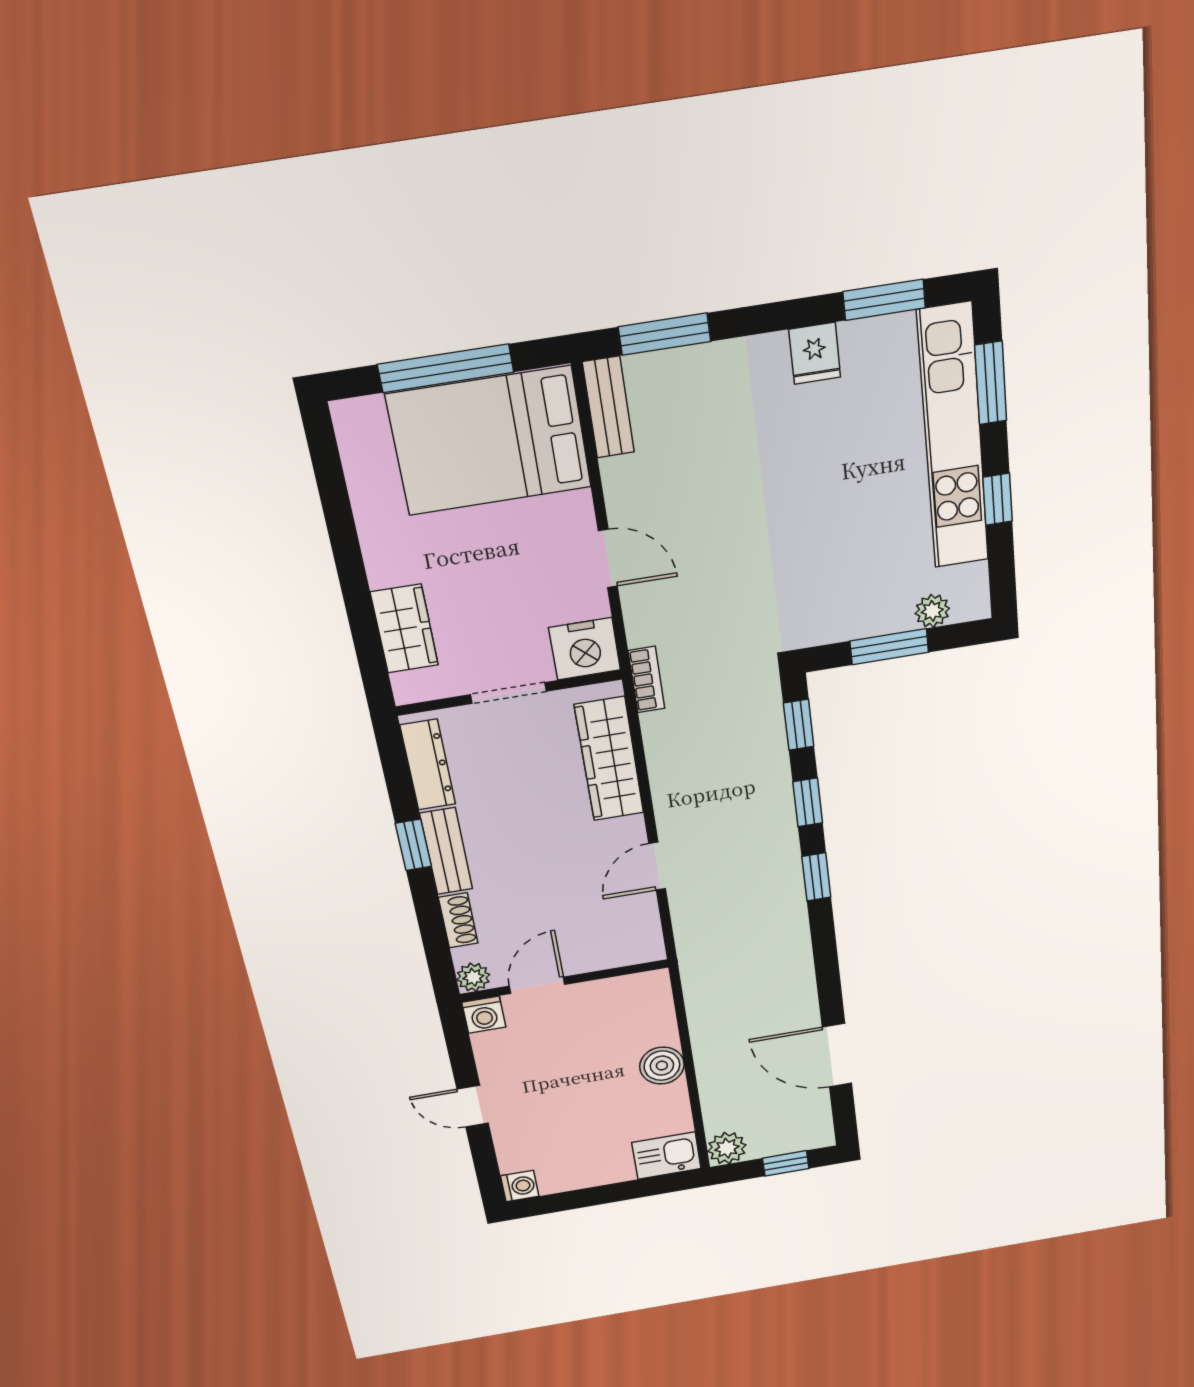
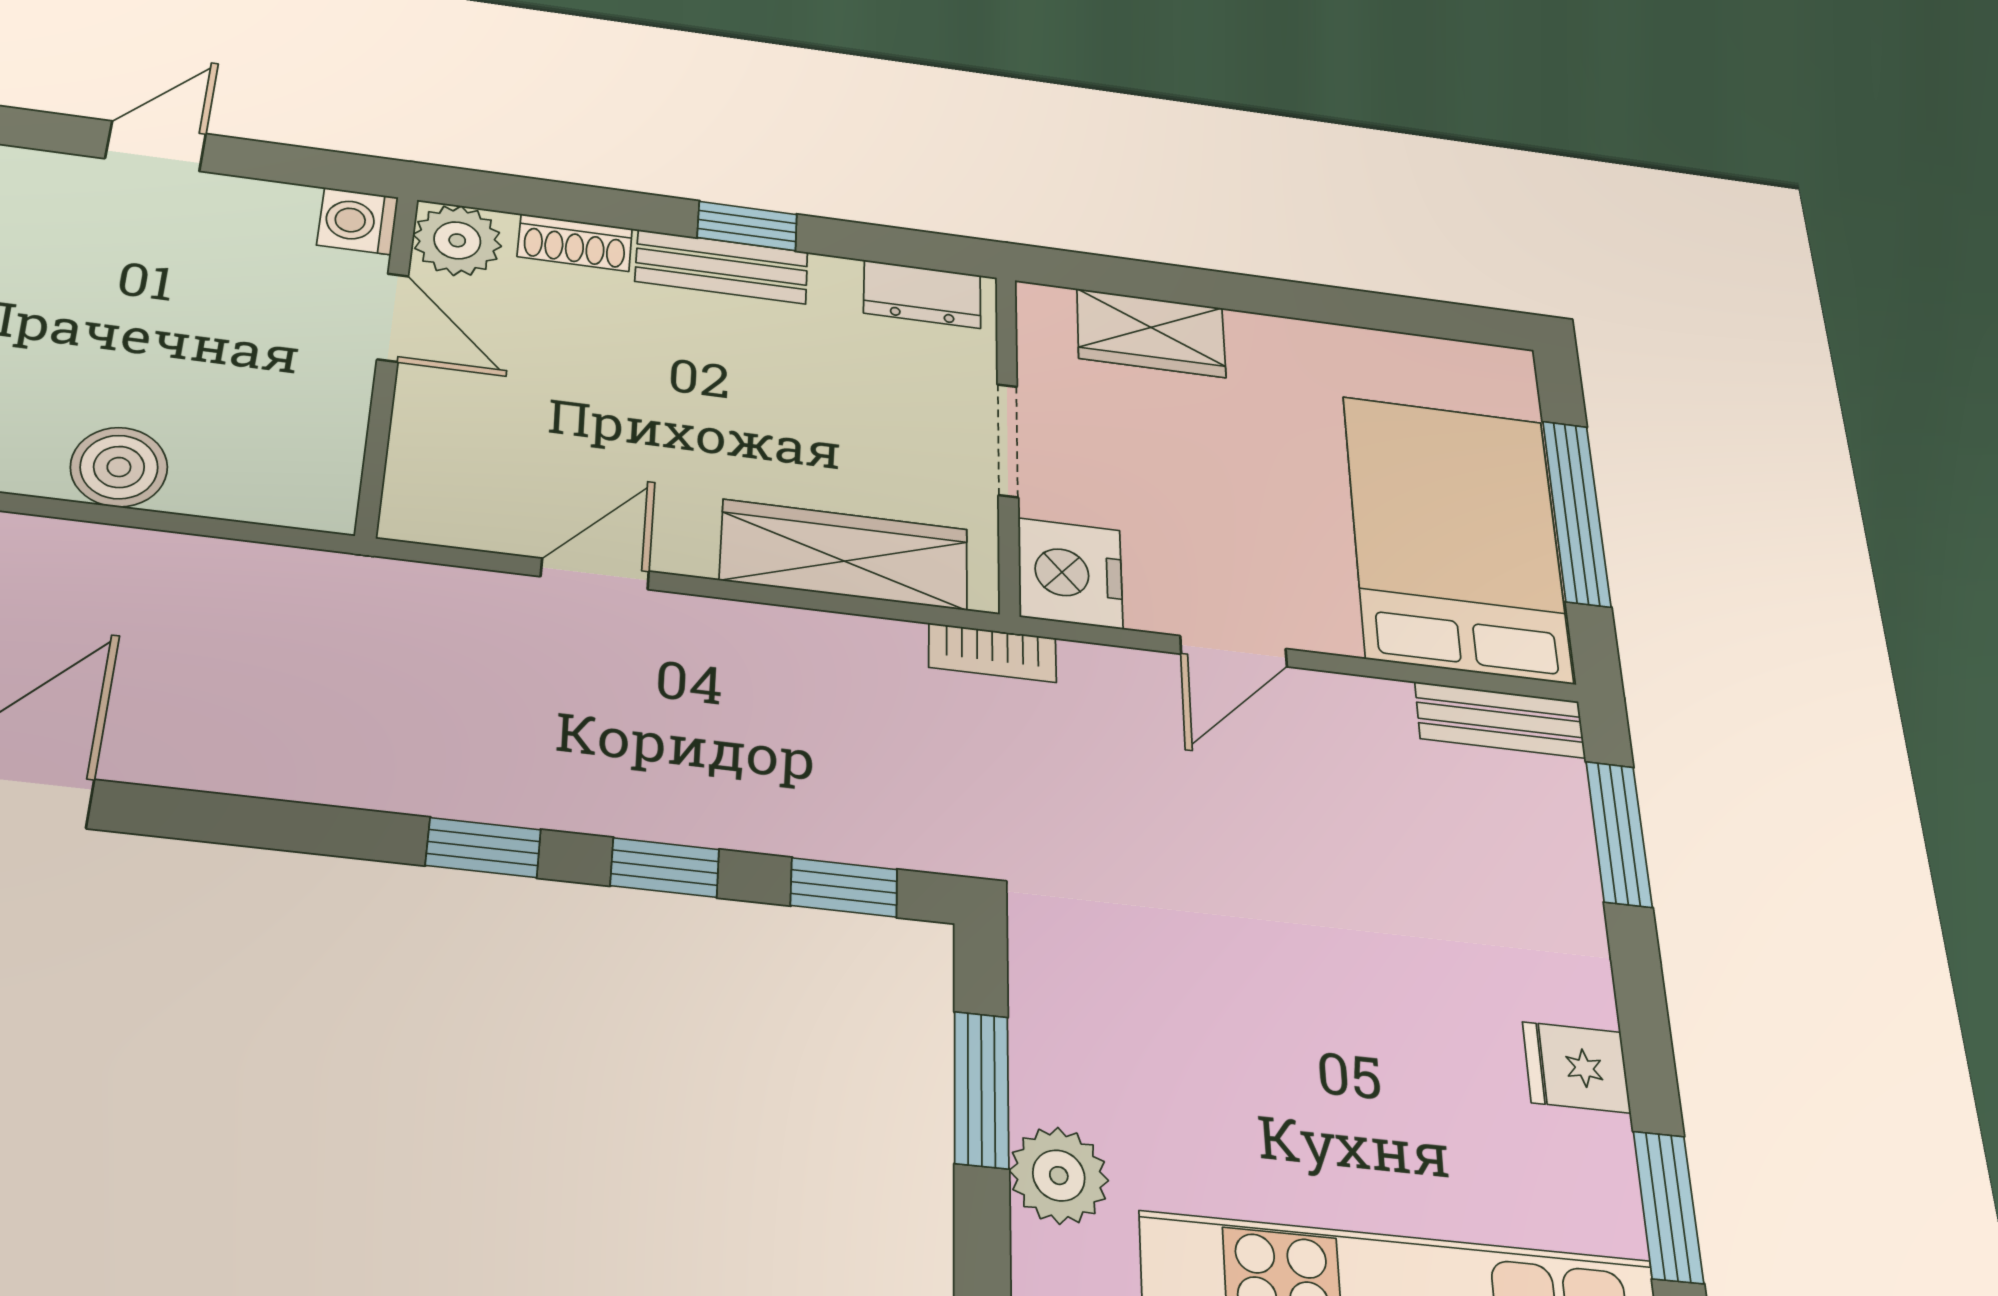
plant: (932, 611) -> (1059, 1176), width x1.38, depth x1.38
dresser: (428, 765) -> (922, 294), width x0.70
door: (657, 866) -> (595, 574), hinge flipped
plant: (473, 977) -> (457, 240), width x1.38, depth x1.38

